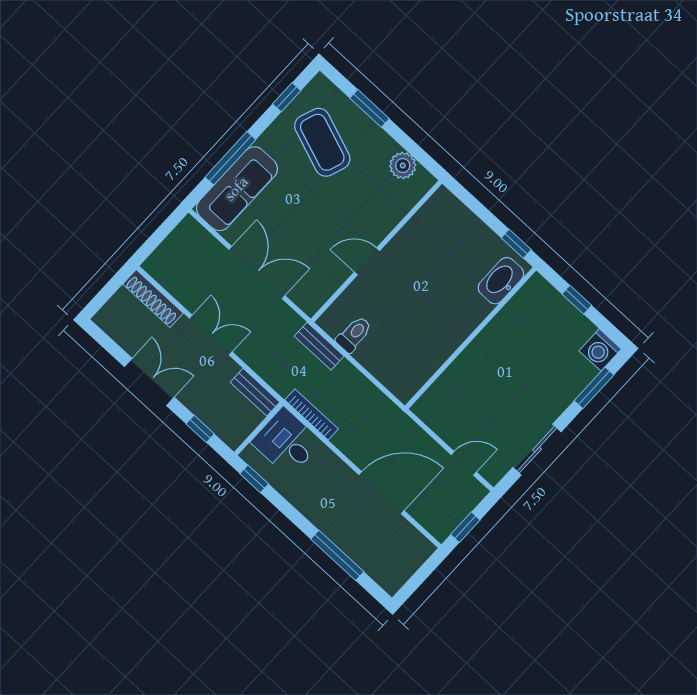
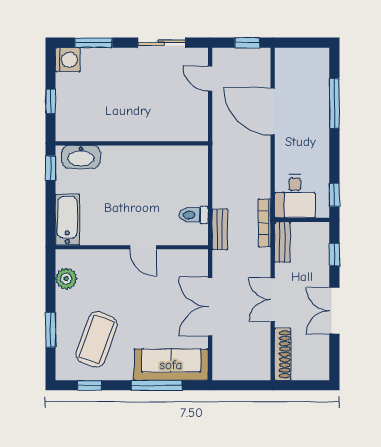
bathtub: (455, 216) -> (67, 220), added
bookcase: (312, 414) -> (265, 223), moved

